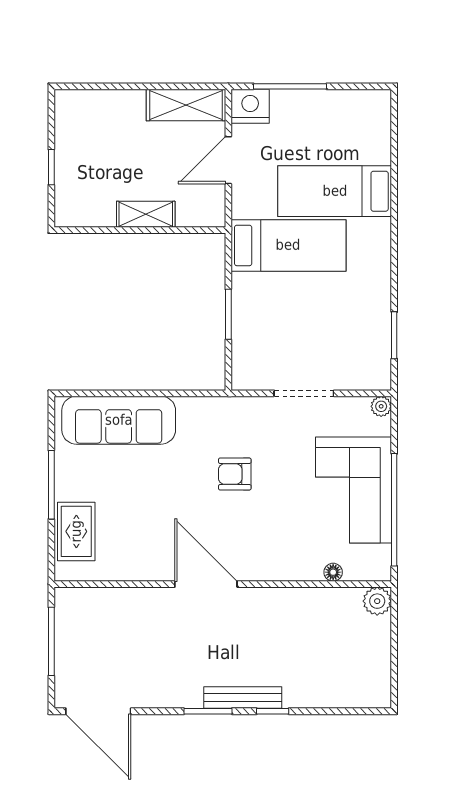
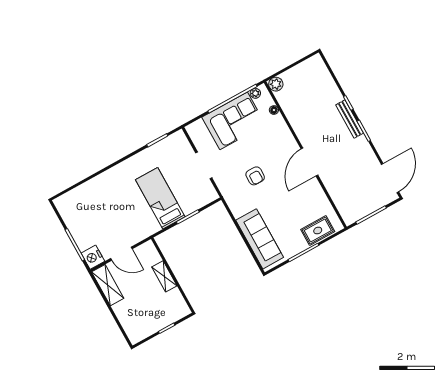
bed: (335, 191) -> (109, 200), removed
bed: (288, 245) -> (160, 198), moved
plant: (381, 406) -> (255, 93), moved

